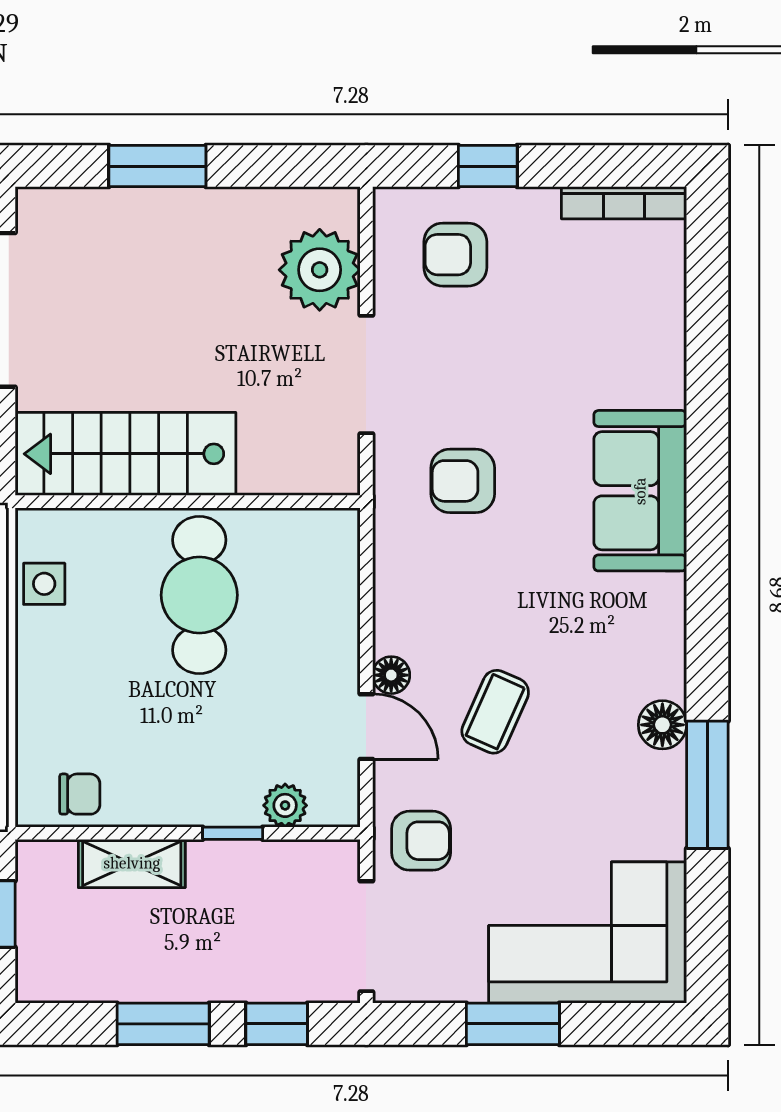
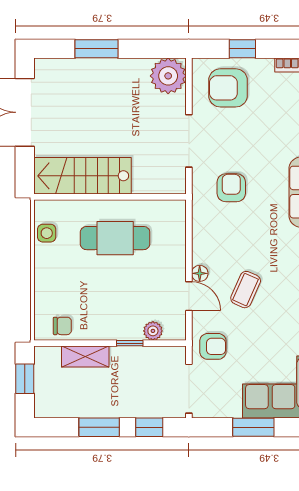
armchair: (455, 255) -> (228, 88), width x1.38, depth x1.38
plant: (320, 270) -> (168, 76), moved
armchair: (463, 481) -> (231, 188), turned 90
cafe table: (199, 595) -> (115, 238), turned 90

